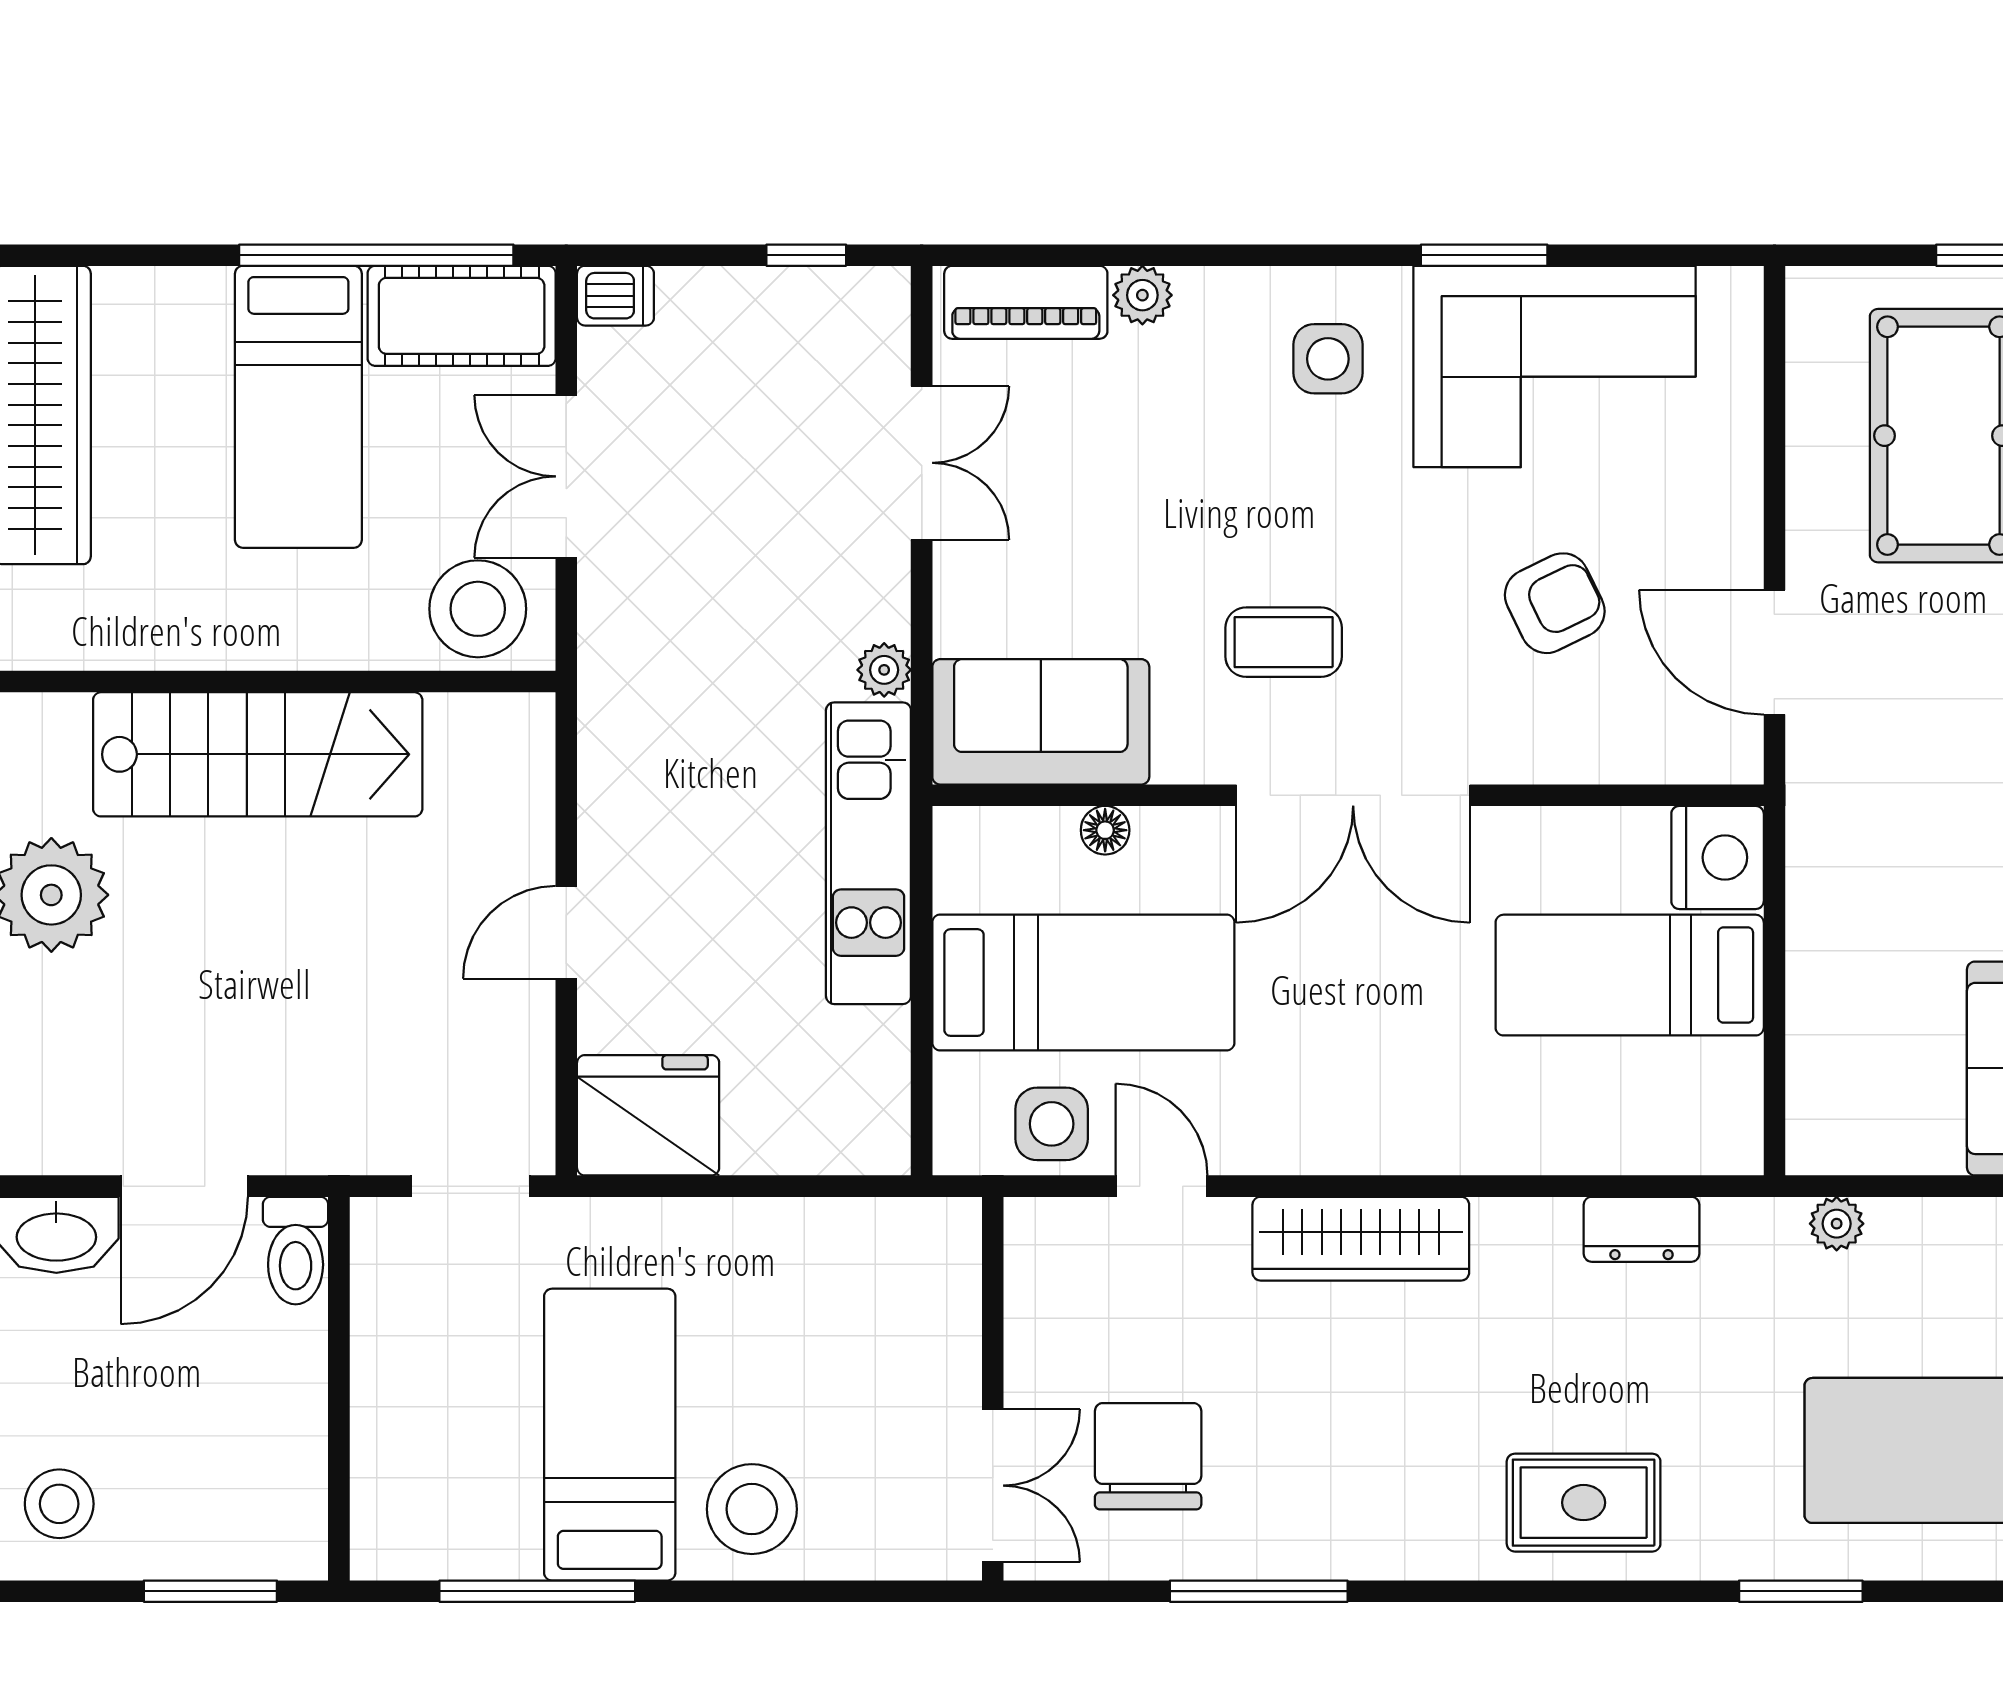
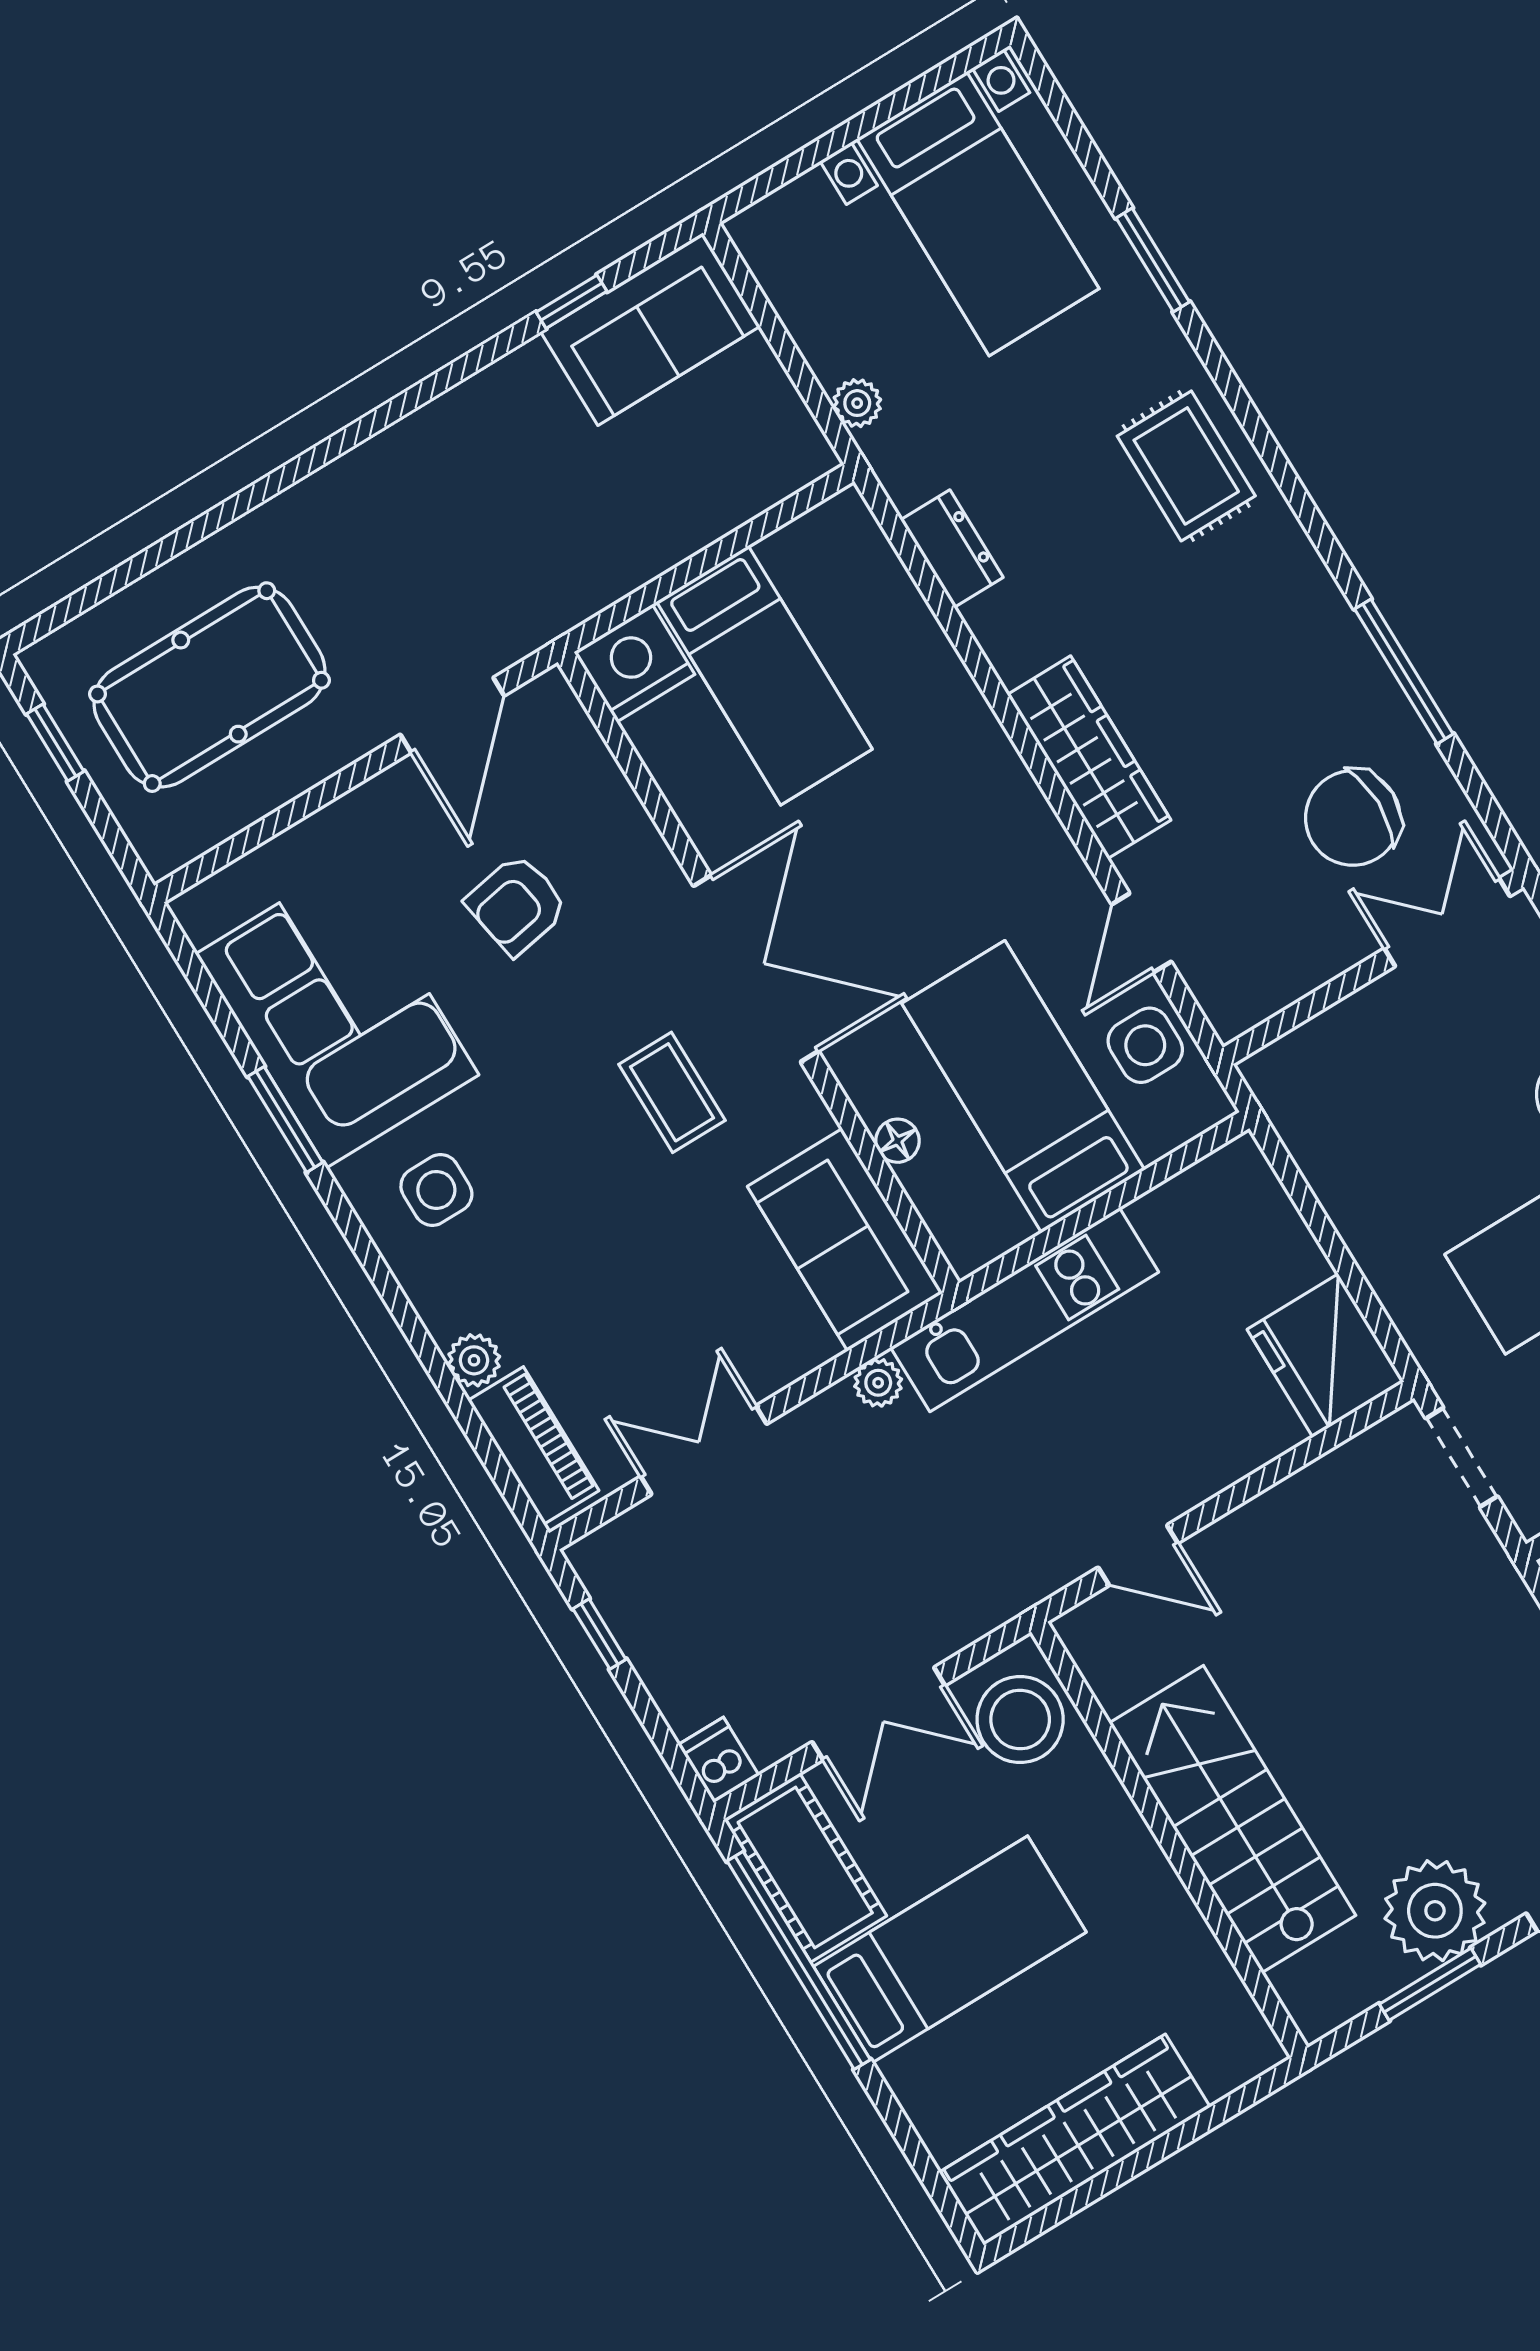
armchair: (1555, 603) -> (517, 905), turned -74
door: (566, 932) -> (1138, 1555), moved

